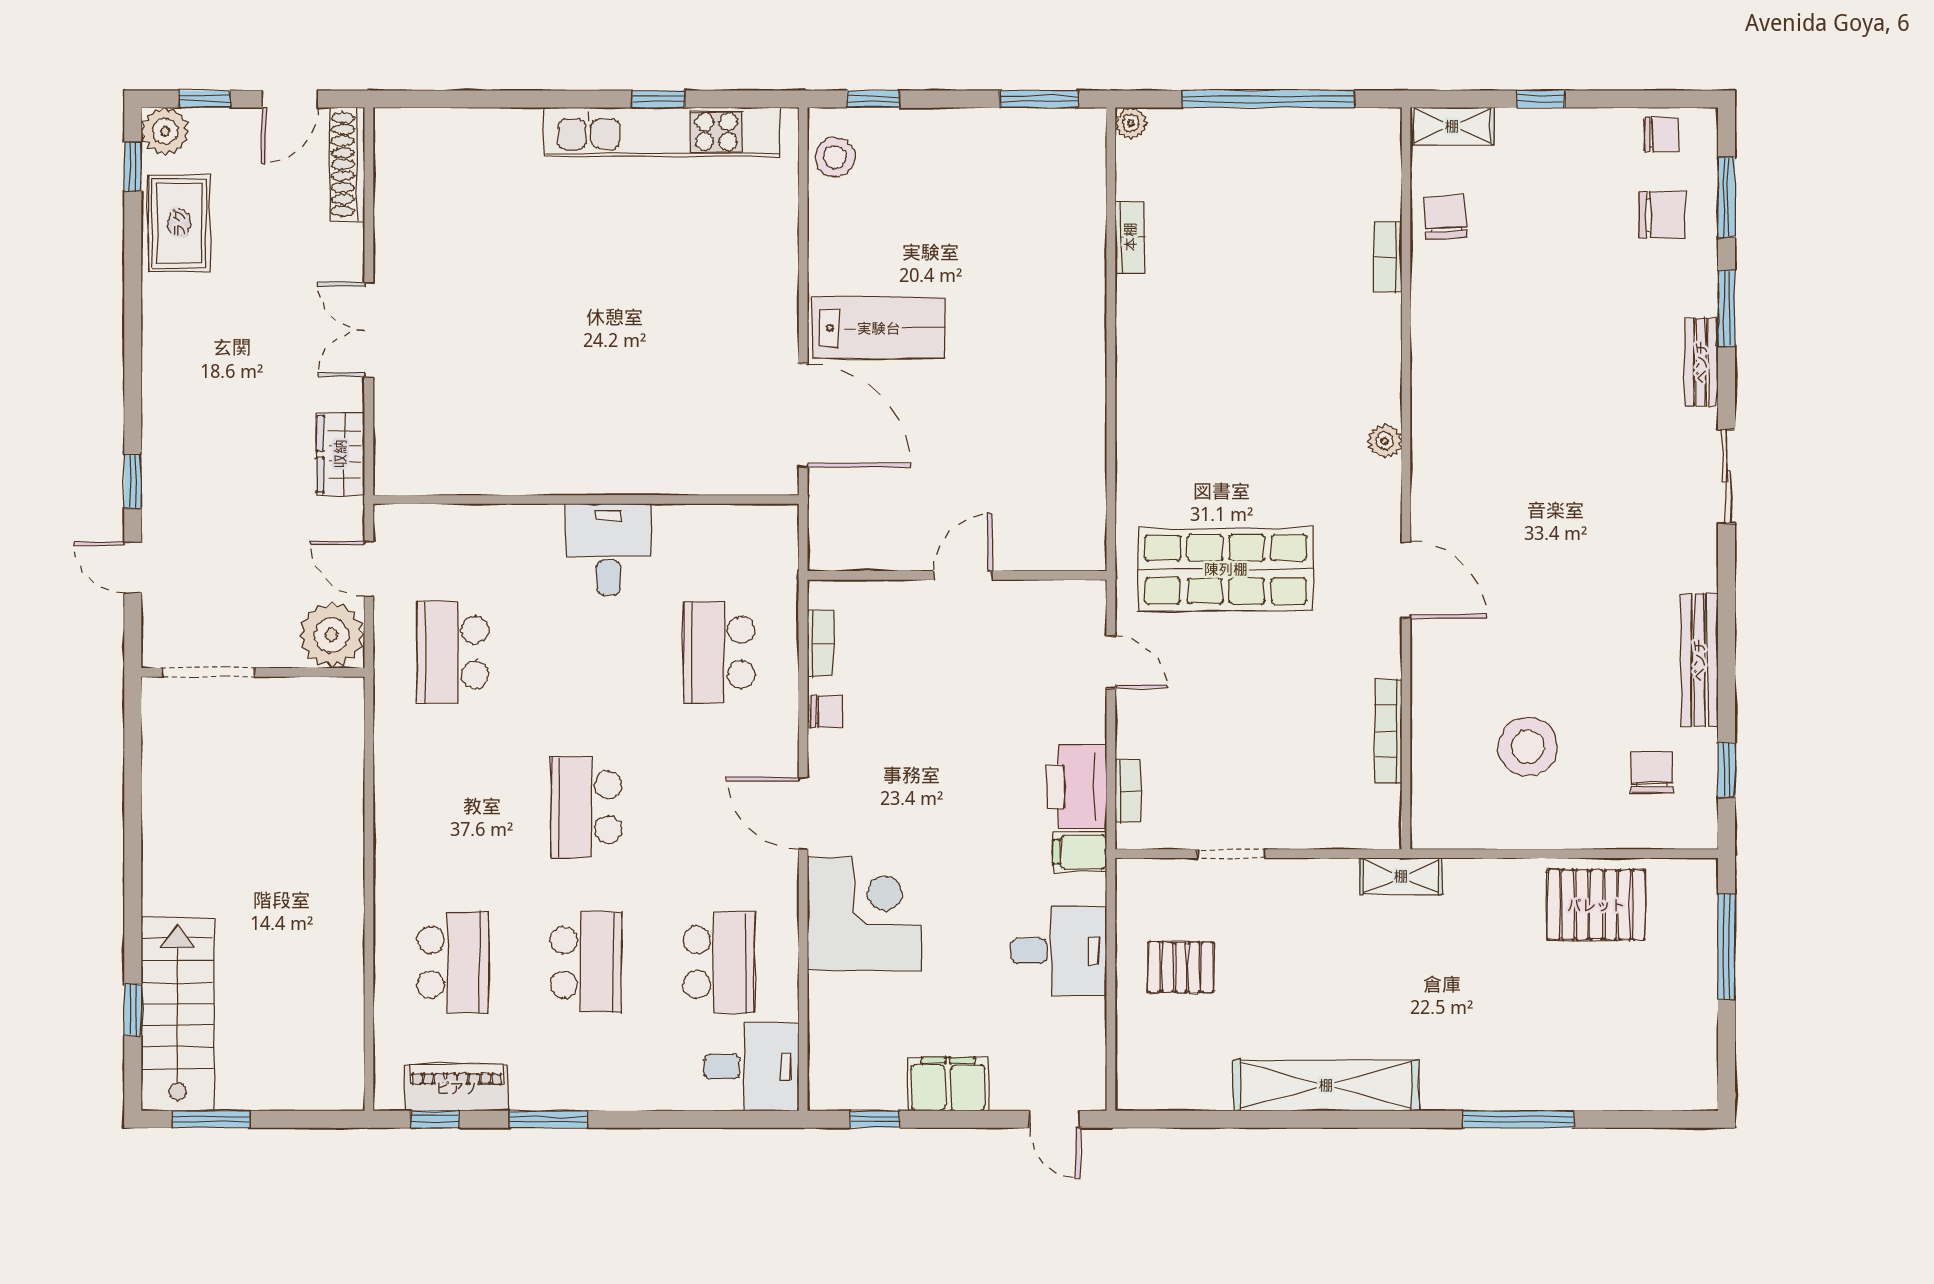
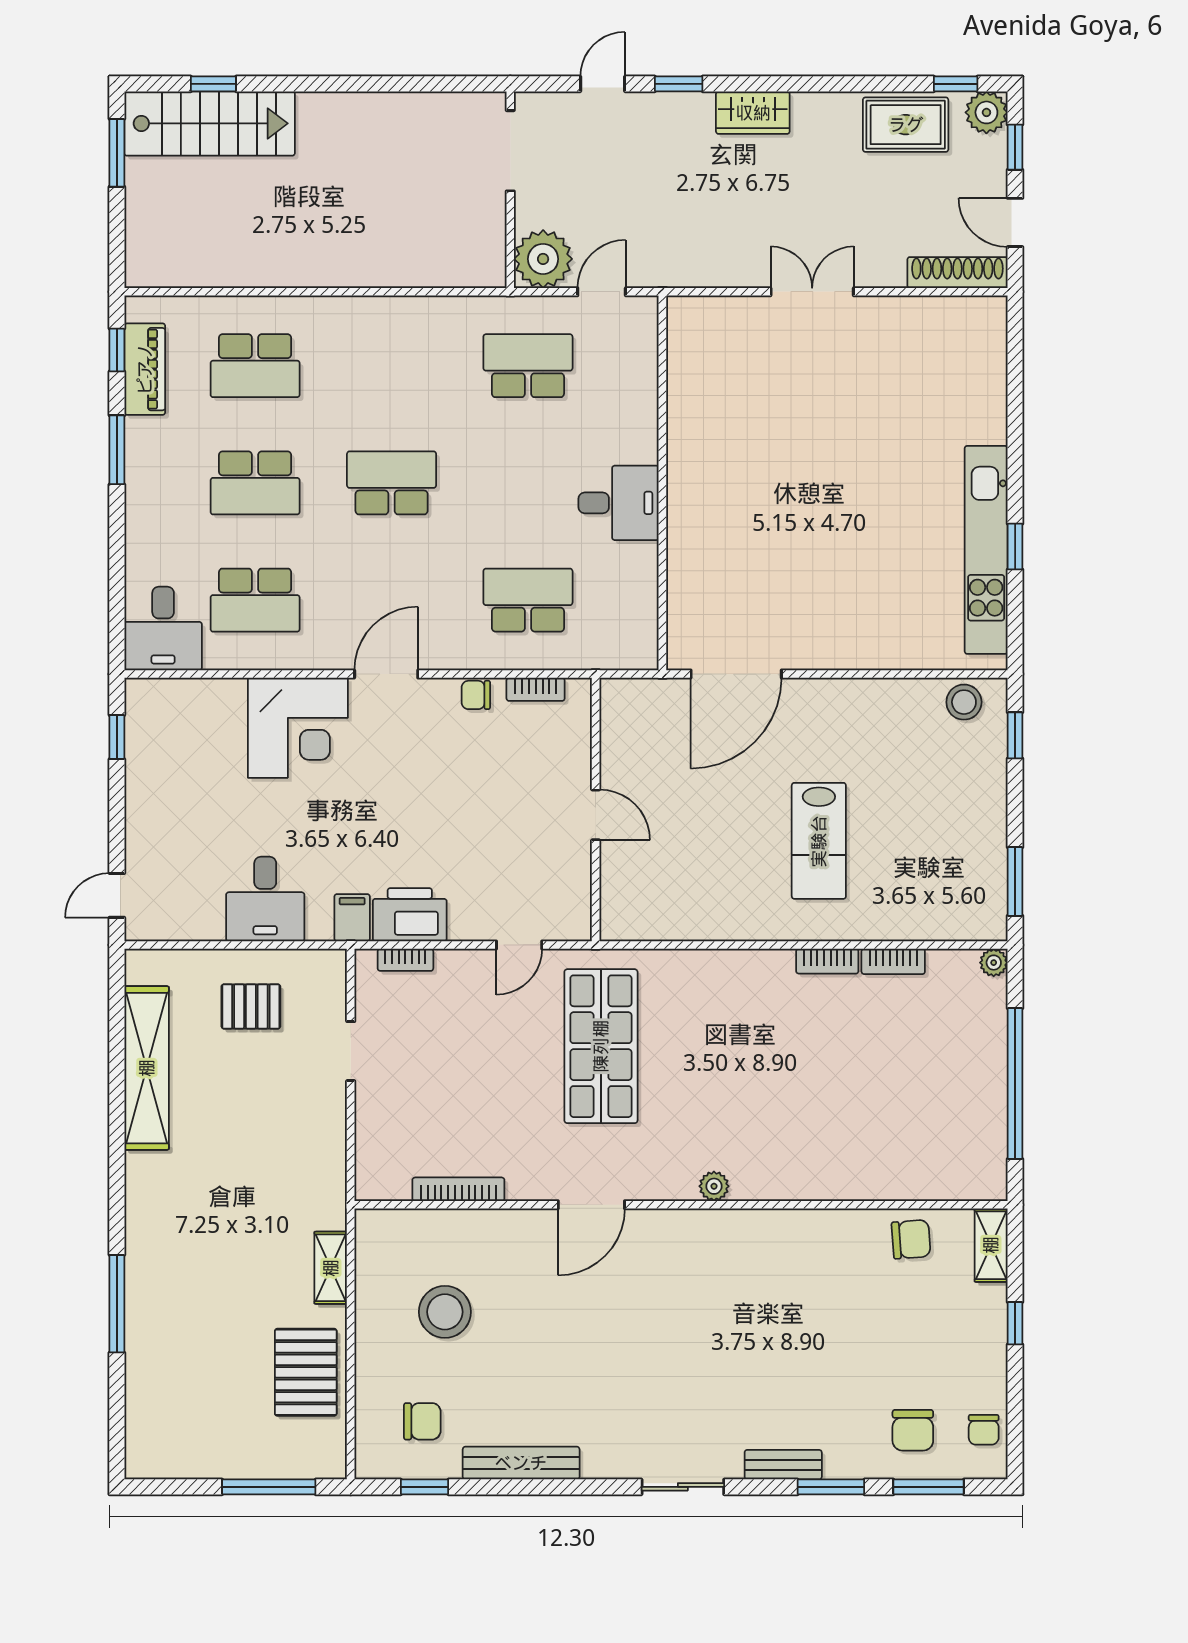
bookcase: (1388, 257) -> (827, 961), moved, turned 180
lab bench: (879, 328) -> (819, 841), moved
wardrobe: (340, 454) -> (753, 113), moved, turned 180
chair: (827, 711) -> (476, 695), turned 90
shelving: (1401, 876) -> (331, 1268), moved
pallet: (1181, 967) -> (251, 1006), turned 90
filing cabinet: (948, 1084) -> (148, 802), removed
shelving: (1326, 1085) -> (147, 1068), moved

